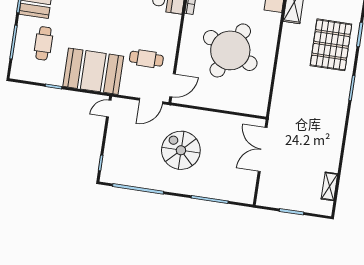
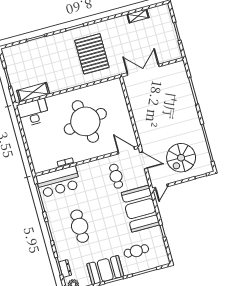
pallet: (331, 45) -> (92, 54), moved, turned 90
round table: (230, 50) -> (85, 121), turned -36
door: (109, 109) -> (161, 187), hinge flipped
double door: (263, 149) -> (143, 70), swing flipped
spiral stairs: (181, 150) -> (181, 158), moved
shelving: (329, 186) -> (138, 16), moved

